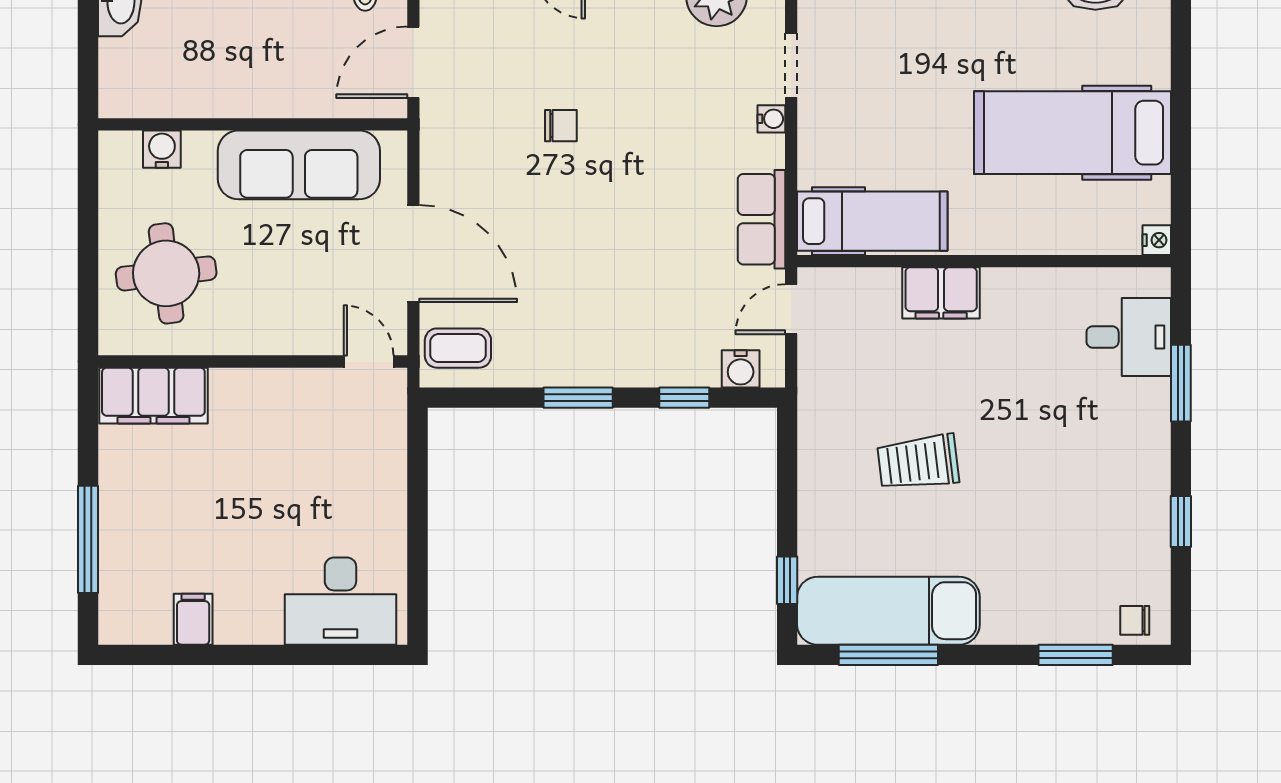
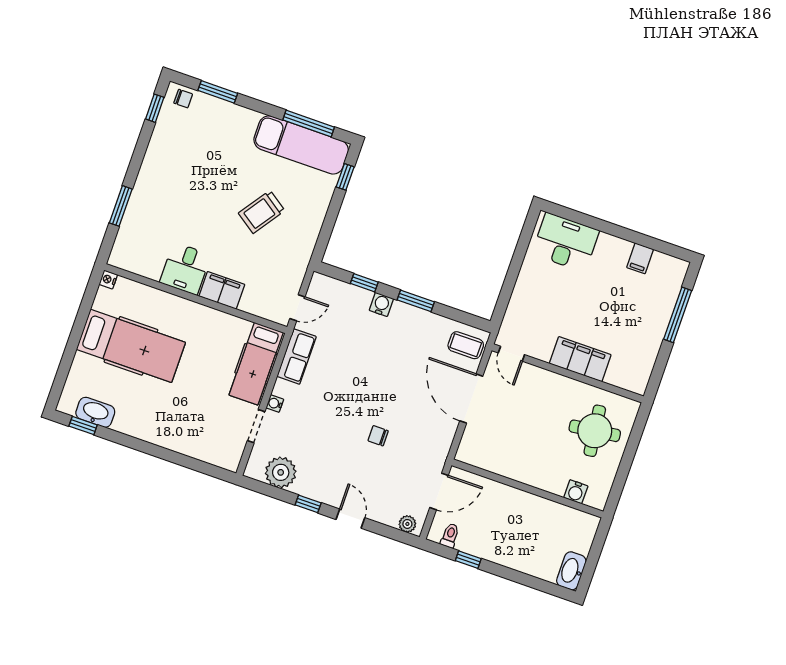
sofa: (299, 165) -> (512, 461), removed
hospital bed: (872, 221) -> (256, 364), moved, turned -90
desk: (1129, 337) -> (185, 269), moved, turned -90
water cooler: (741, 369) -> (381, 304), moved
filing cabinet: (153, 396) -> (580, 359), moved
trolley: (918, 462) -> (262, 212), turned 132
window: (1181, 522) -> (155, 108), moved

